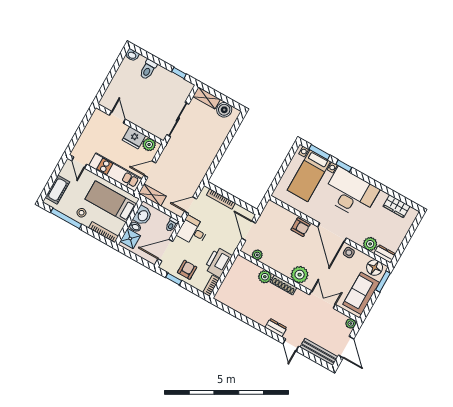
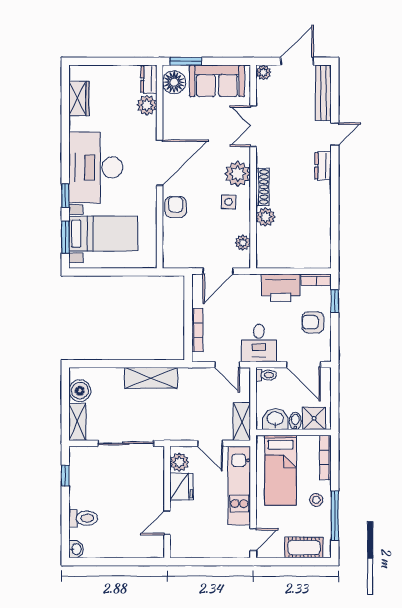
shelving: (208, 156) -> (151, 378), added
side table: (349, 253) -> (229, 202), moved
window: (174, 279) -> (335, 301), moved

